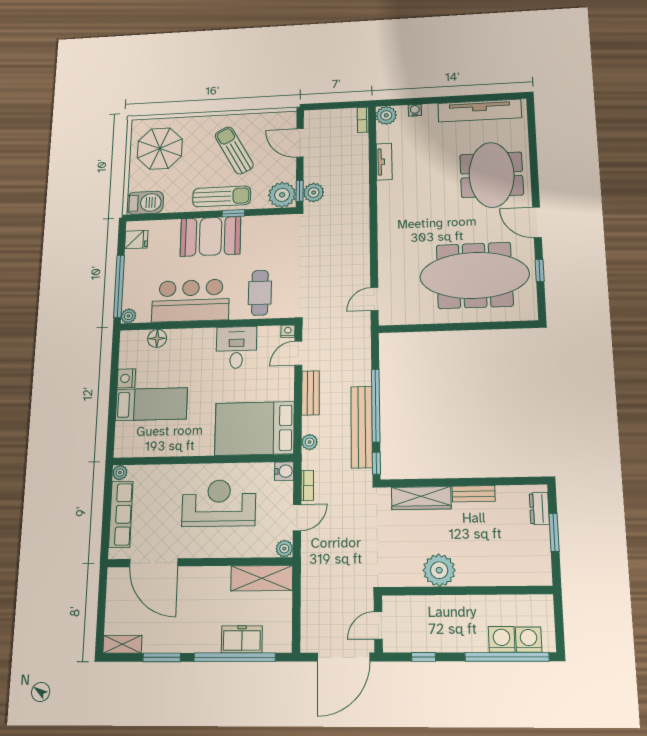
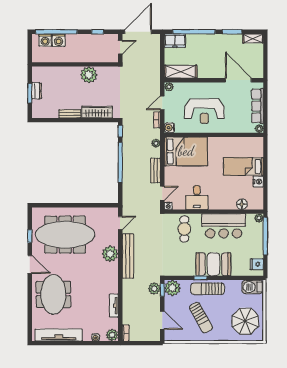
plant: (392, 246) -> (110, 254), added
bench: (362, 427) -> (128, 256), moved
dresser: (539, 509) -> (37, 91), moved
freezer: (242, 639) -> (175, 41), moved

